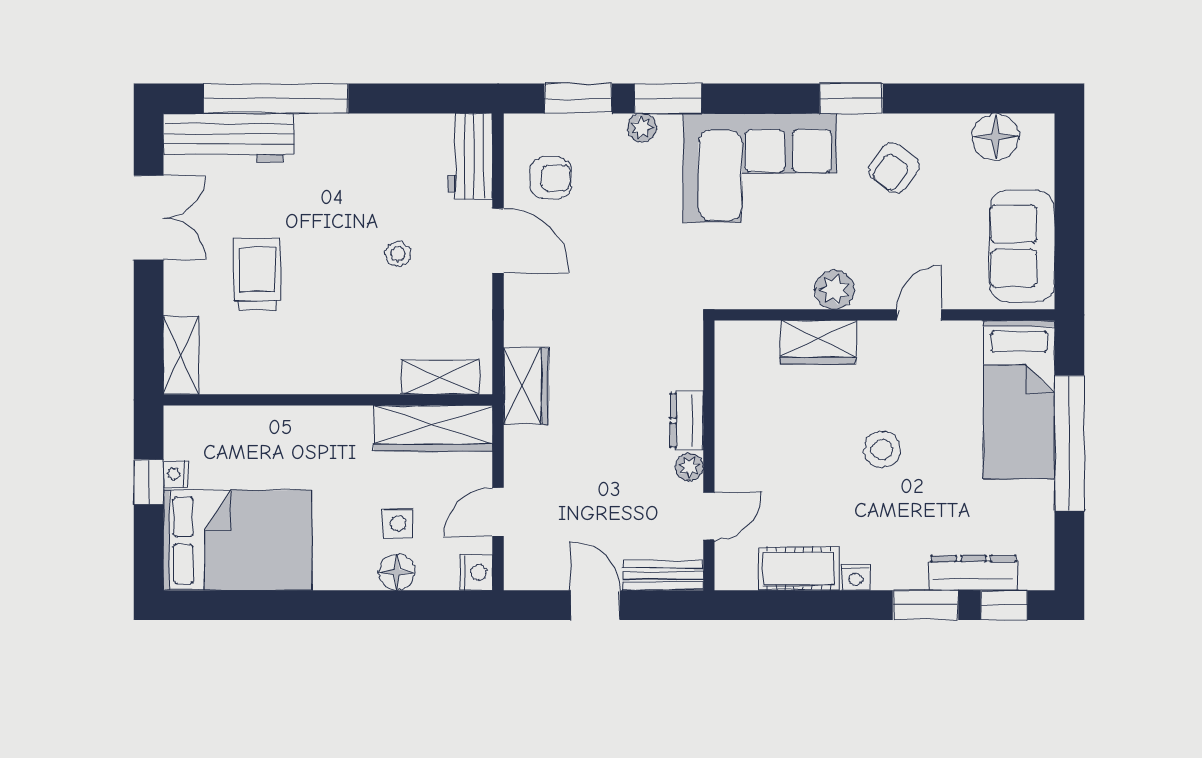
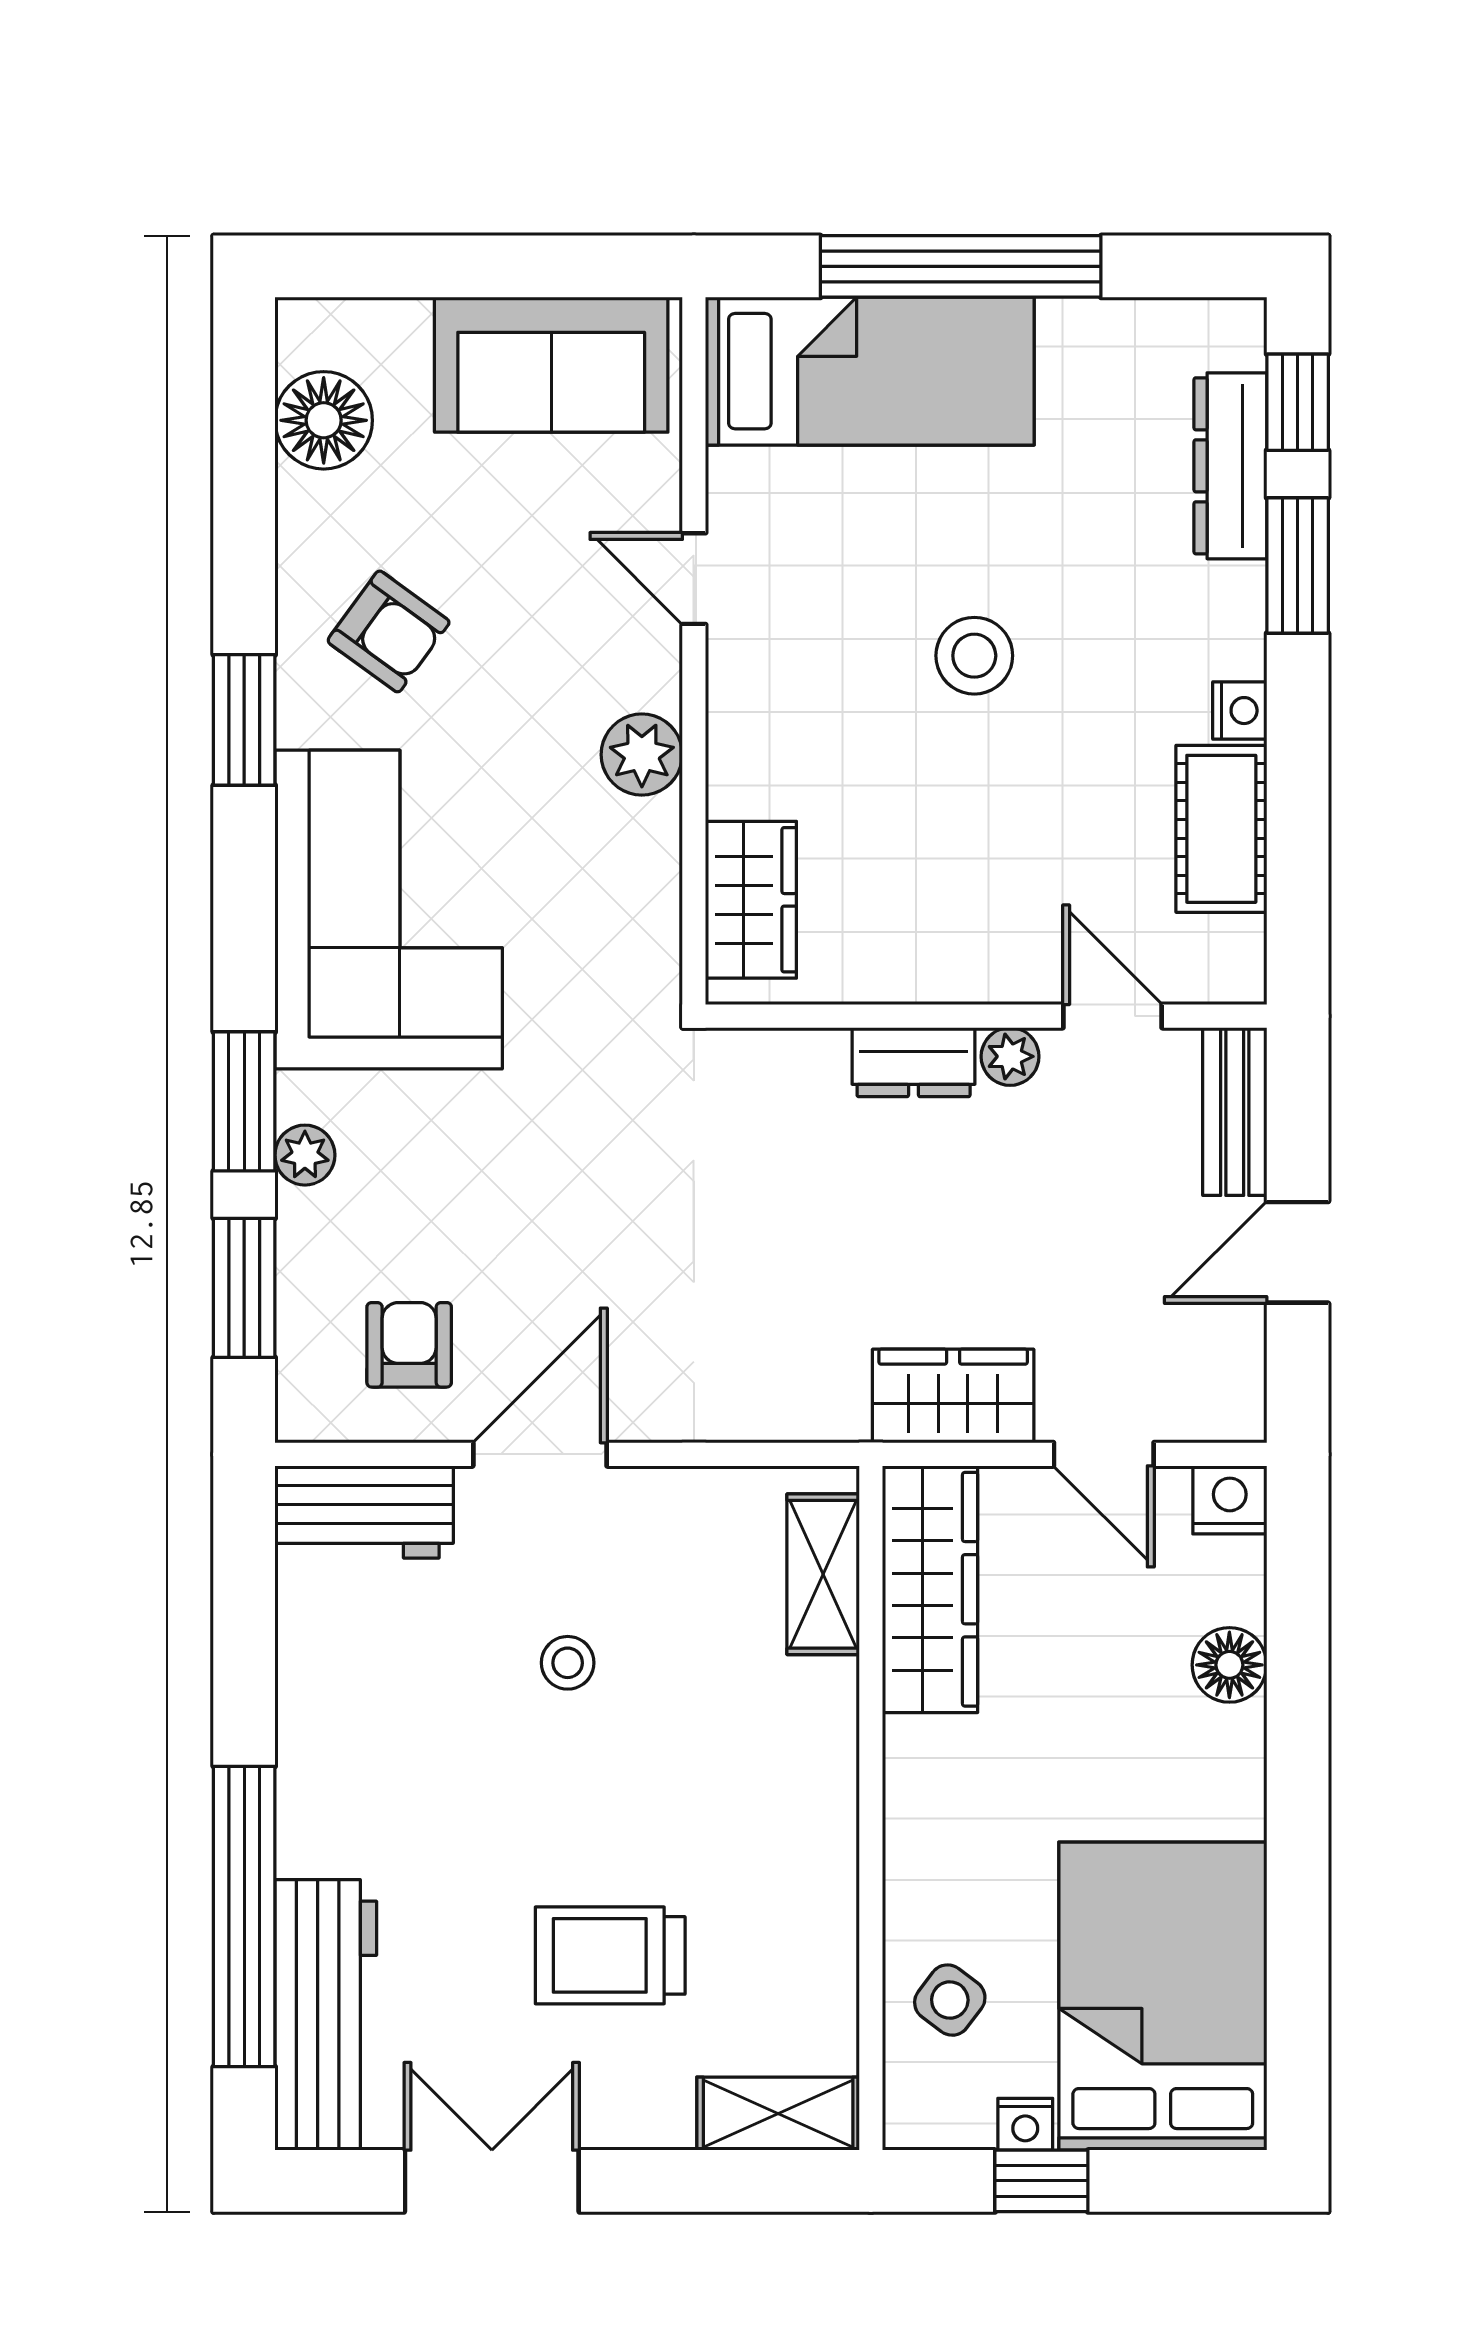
wardrobe: (818, 342) -> (751, 900), moved
wardrobe: (526, 386) -> (953, 1396), moved
side table: (398, 523) -> (950, 2000), moved, turned 37

